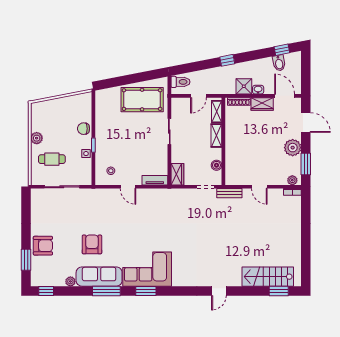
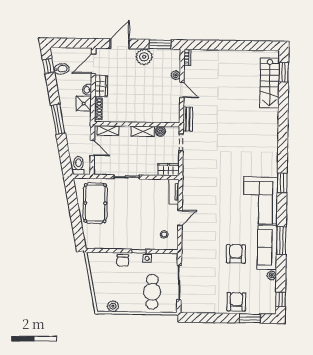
window: (227, 60) -> (58, 119), width x2.17
shelving: (216, 135) -> (143, 131), moved
plant: (37, 138) -> (113, 306), moved
cafe table: (52, 159) -> (152, 292), width x1.37, depth x1.35
plant: (292, 180) -> (176, 75), moved
door: (259, 187) -> (182, 90), hinge flipped
armchair: (92, 244) -> (236, 254), turned 90
window: (146, 291) -> (282, 183), moved
door: (219, 291) -> (283, 131), removed

